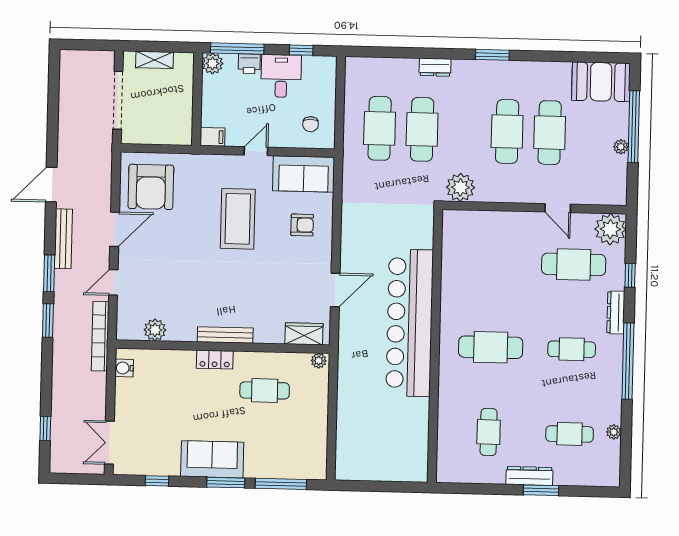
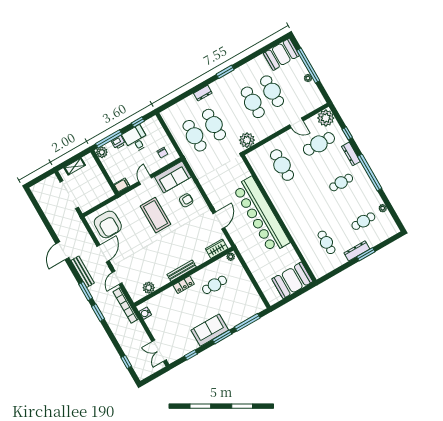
cafe table: (491, 347) -> (282, 165), moved, turned 90
booth: (395, 460) -> (292, 280), added

